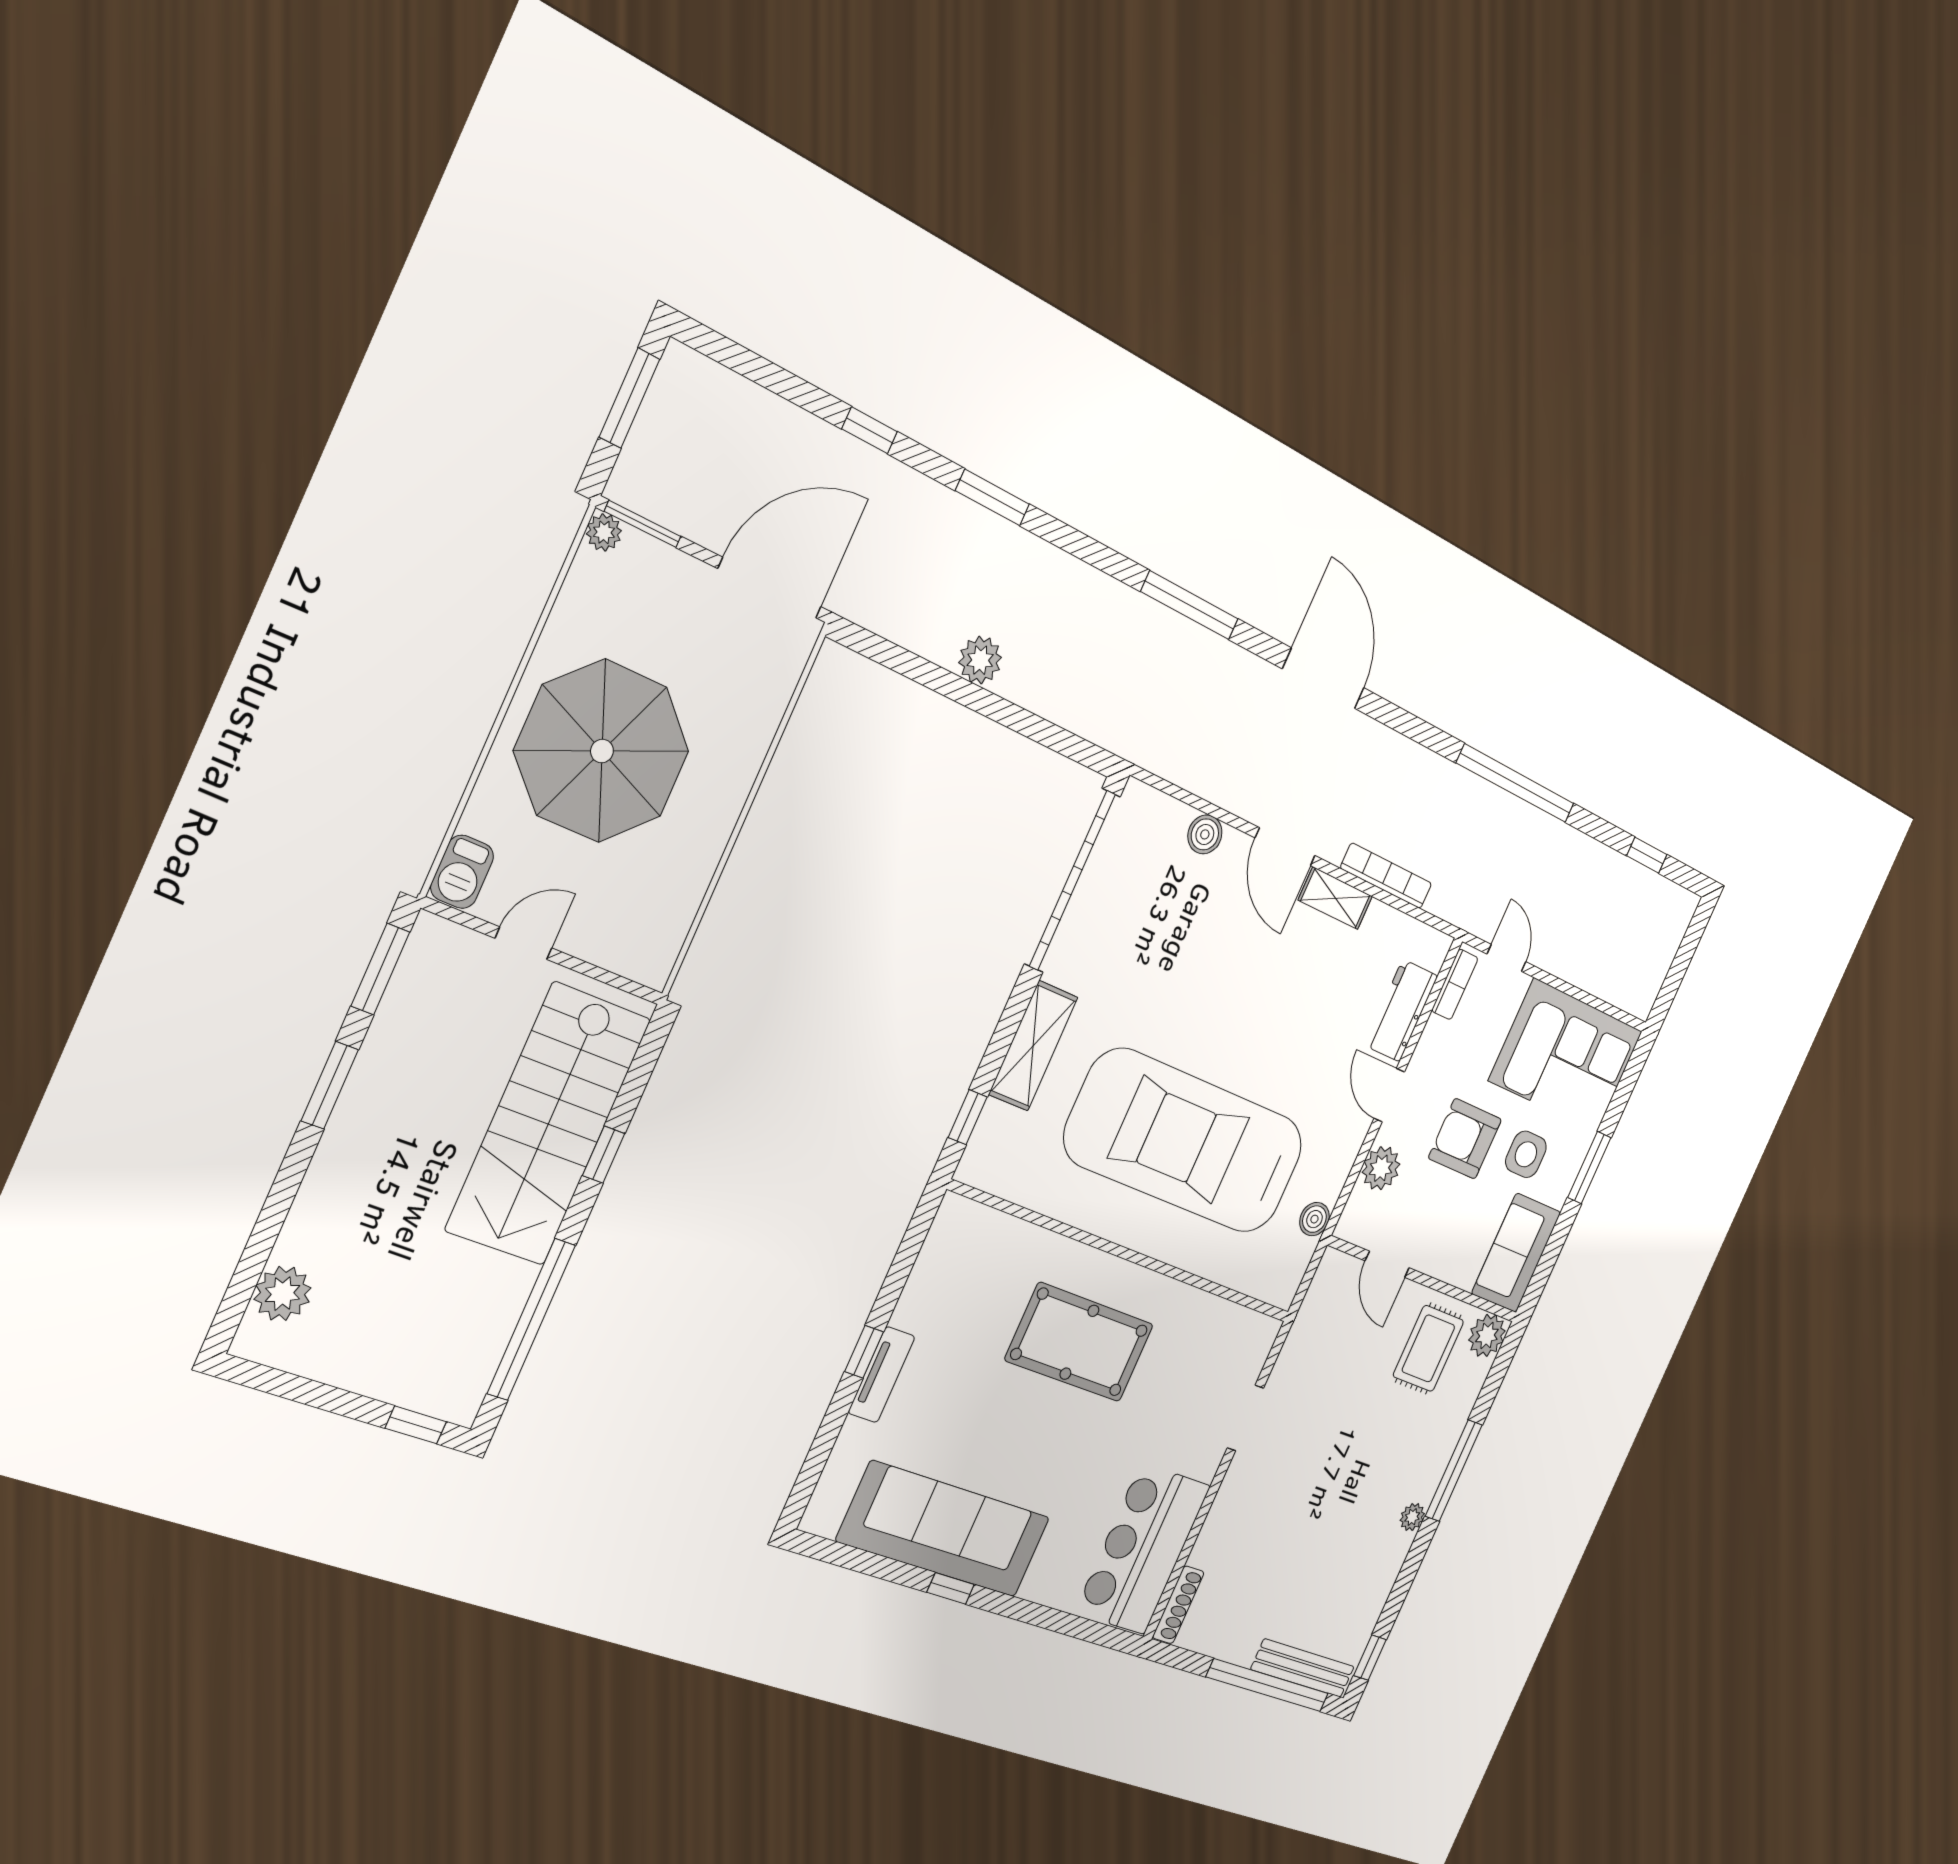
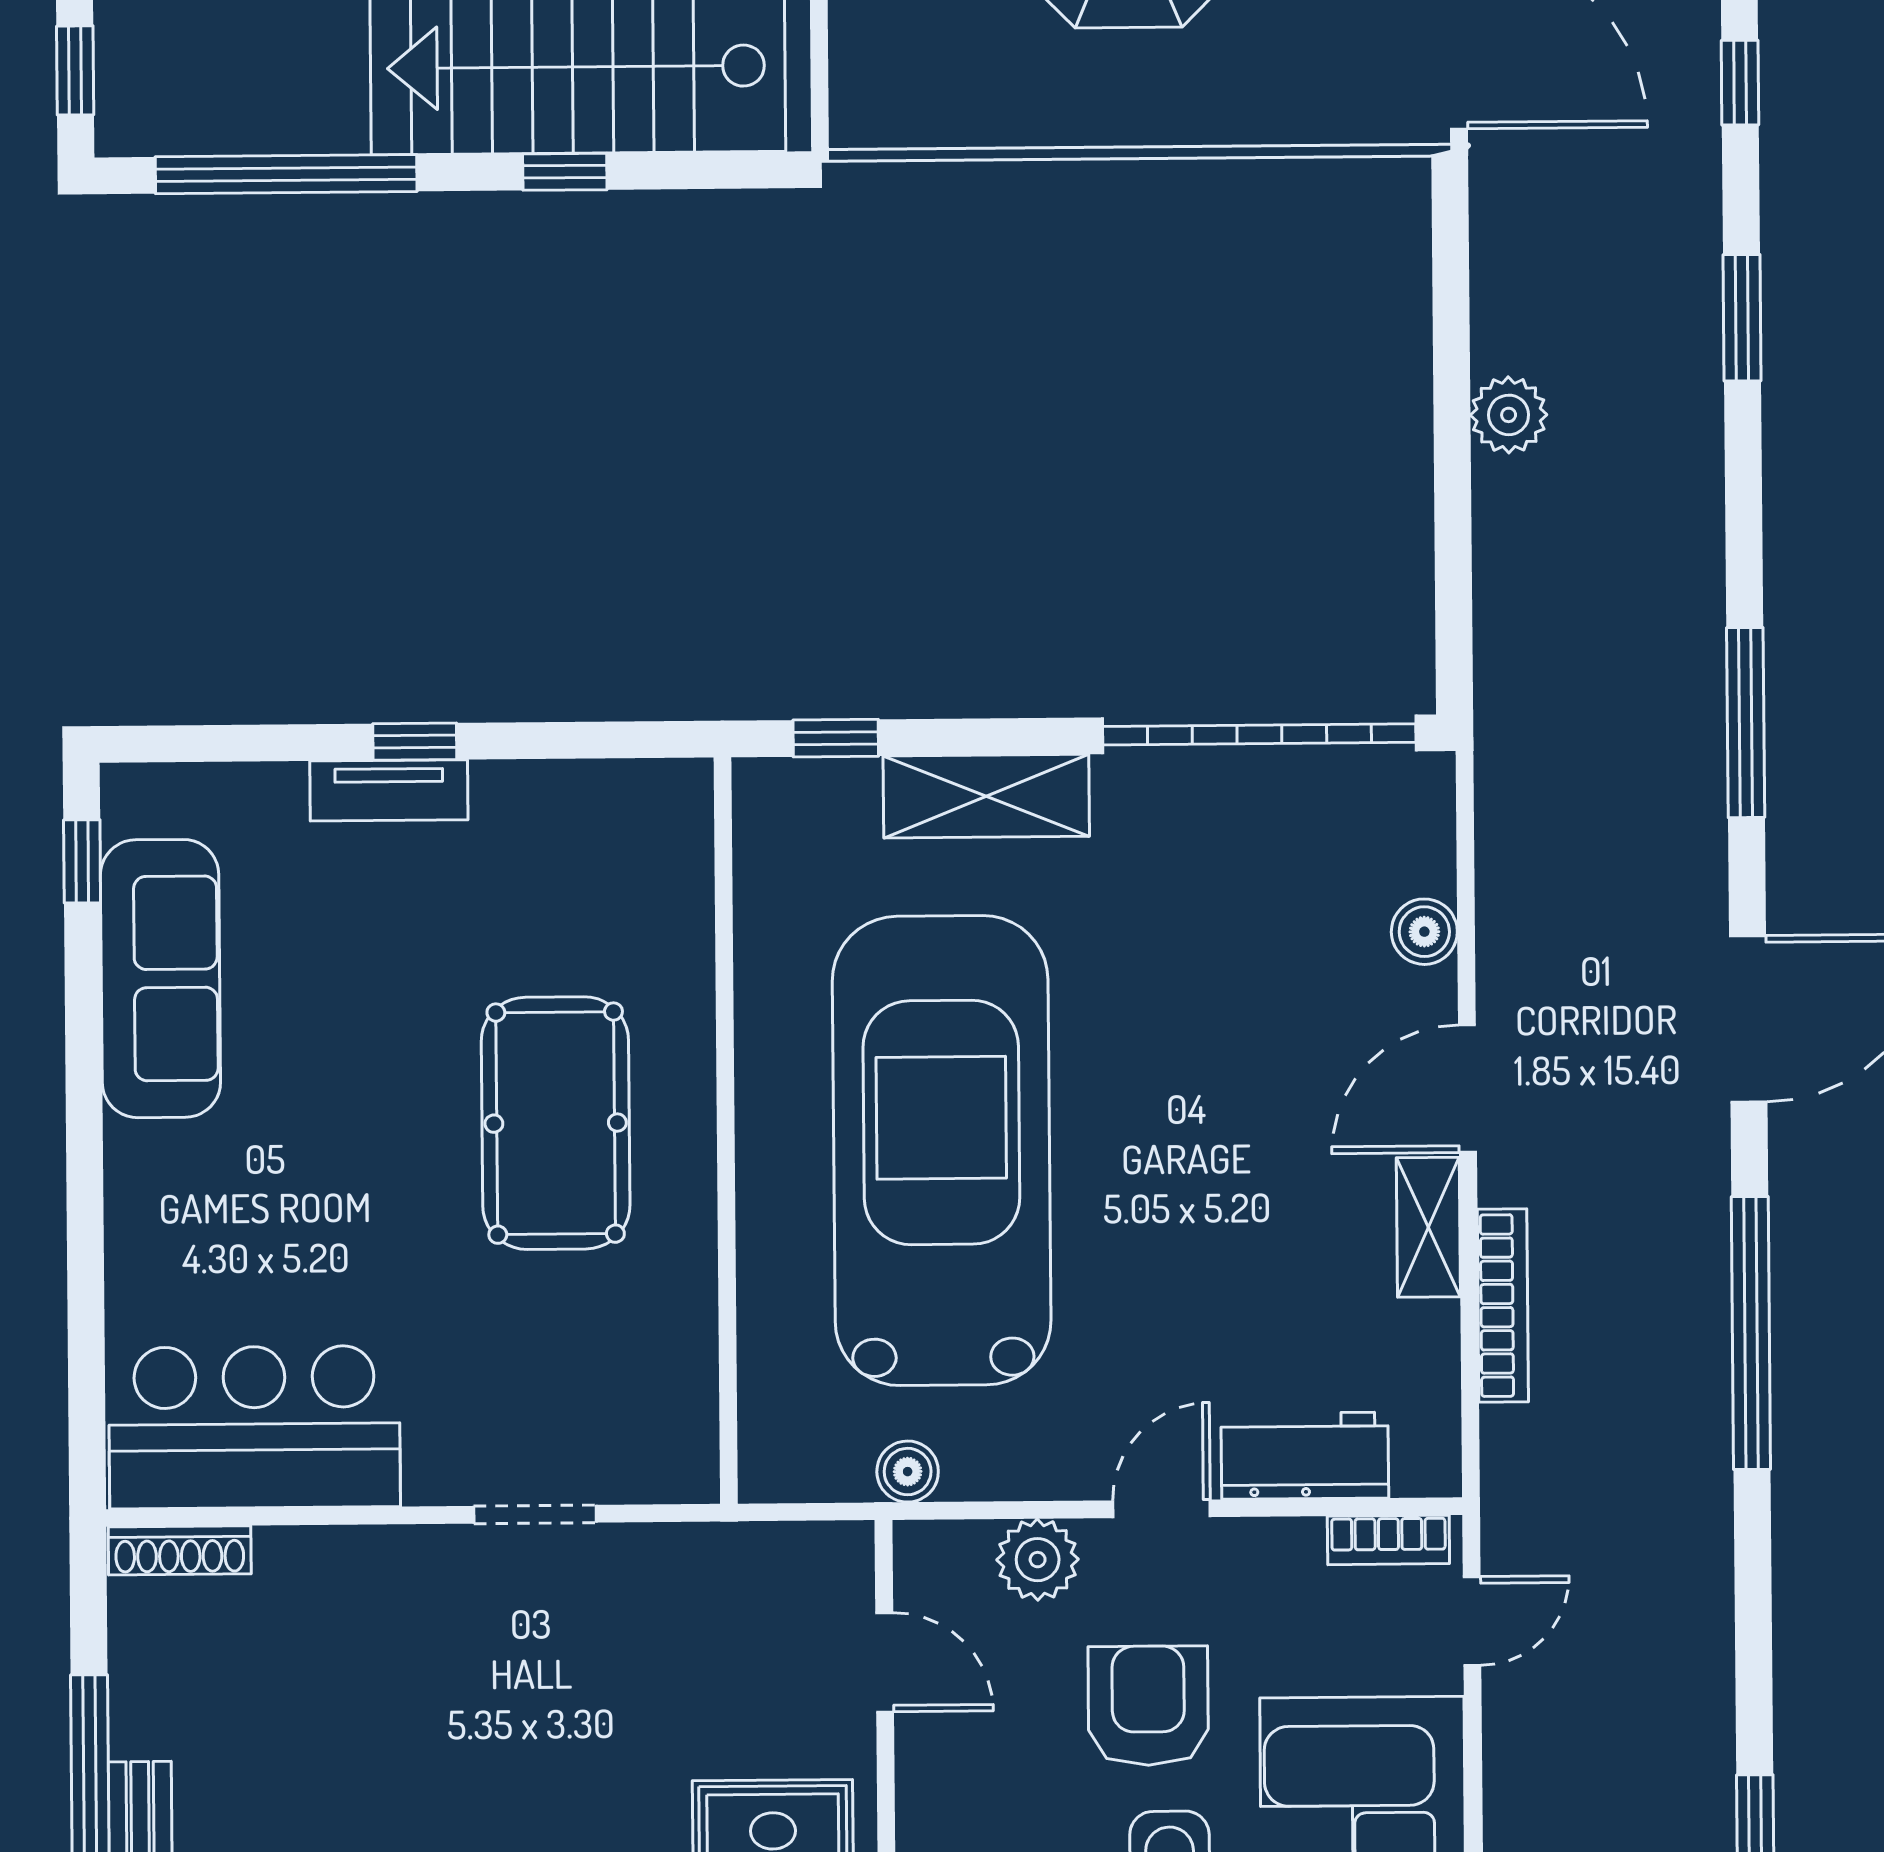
window: (1516, 783) -> (1751, 1333), moved
door: (1387, 1264) -> (885, 1662), swing flipped
sofa: (944, 1529) -> (160, 979), width x0.74, depth x0.79
window: (950, 1588) -> (82, 861), moved

